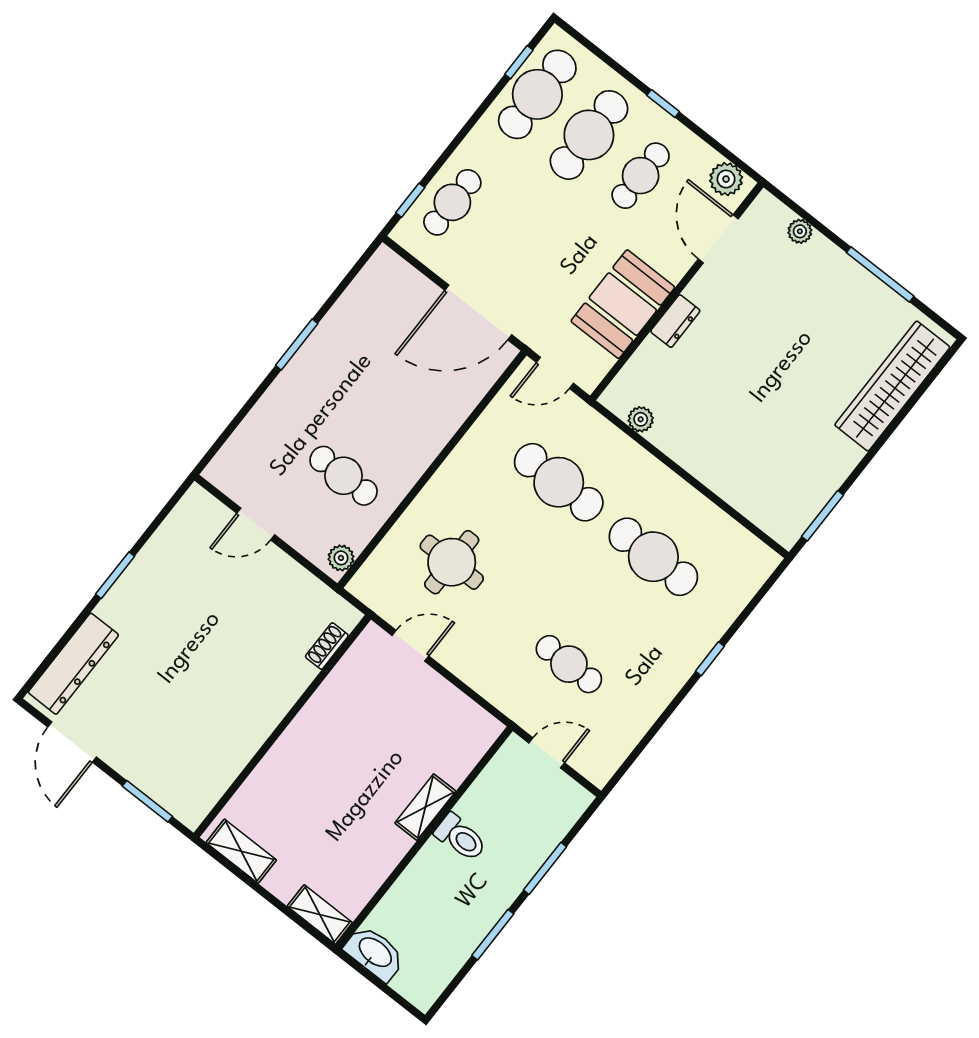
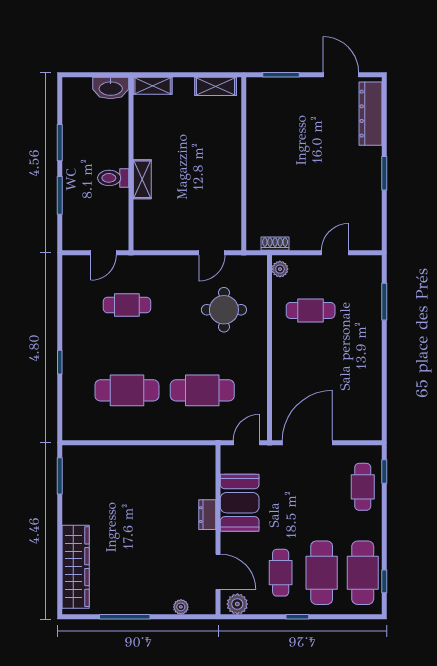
window: (297, 344) -> (384, 302), moved
plant: (641, 419) -> (186, 453), removed
shoe rack: (327, 646) -> (275, 244), moved, turned -90

